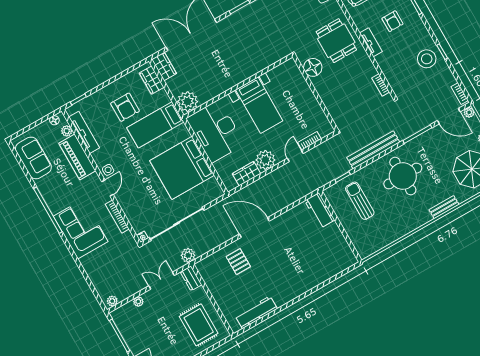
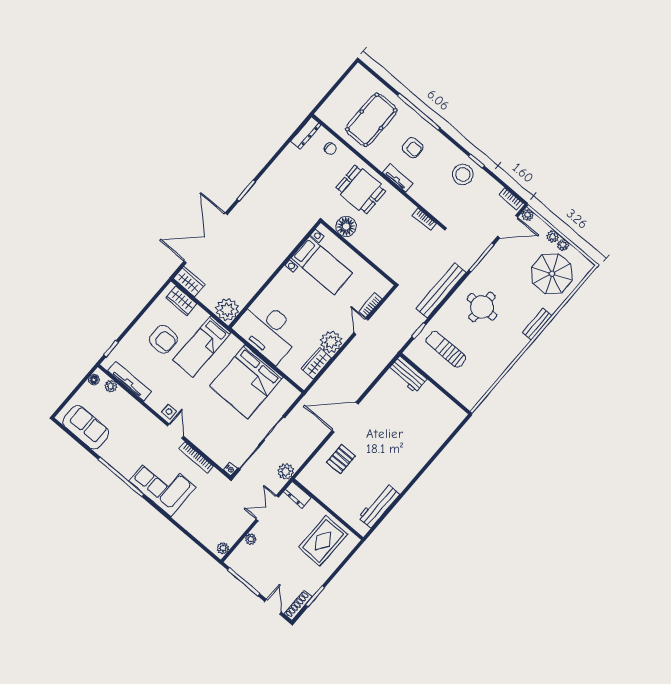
bed with nightstands: (259, 105) -> (322, 266), moved
piano: (77, 157) -> (132, 410), removed
round table: (403, 176) -> (482, 307), width x0.73, depth x0.73
pallet: (238, 262) -> (341, 459), turned 90
rug: (199, 325) -> (323, 541), turned 90

